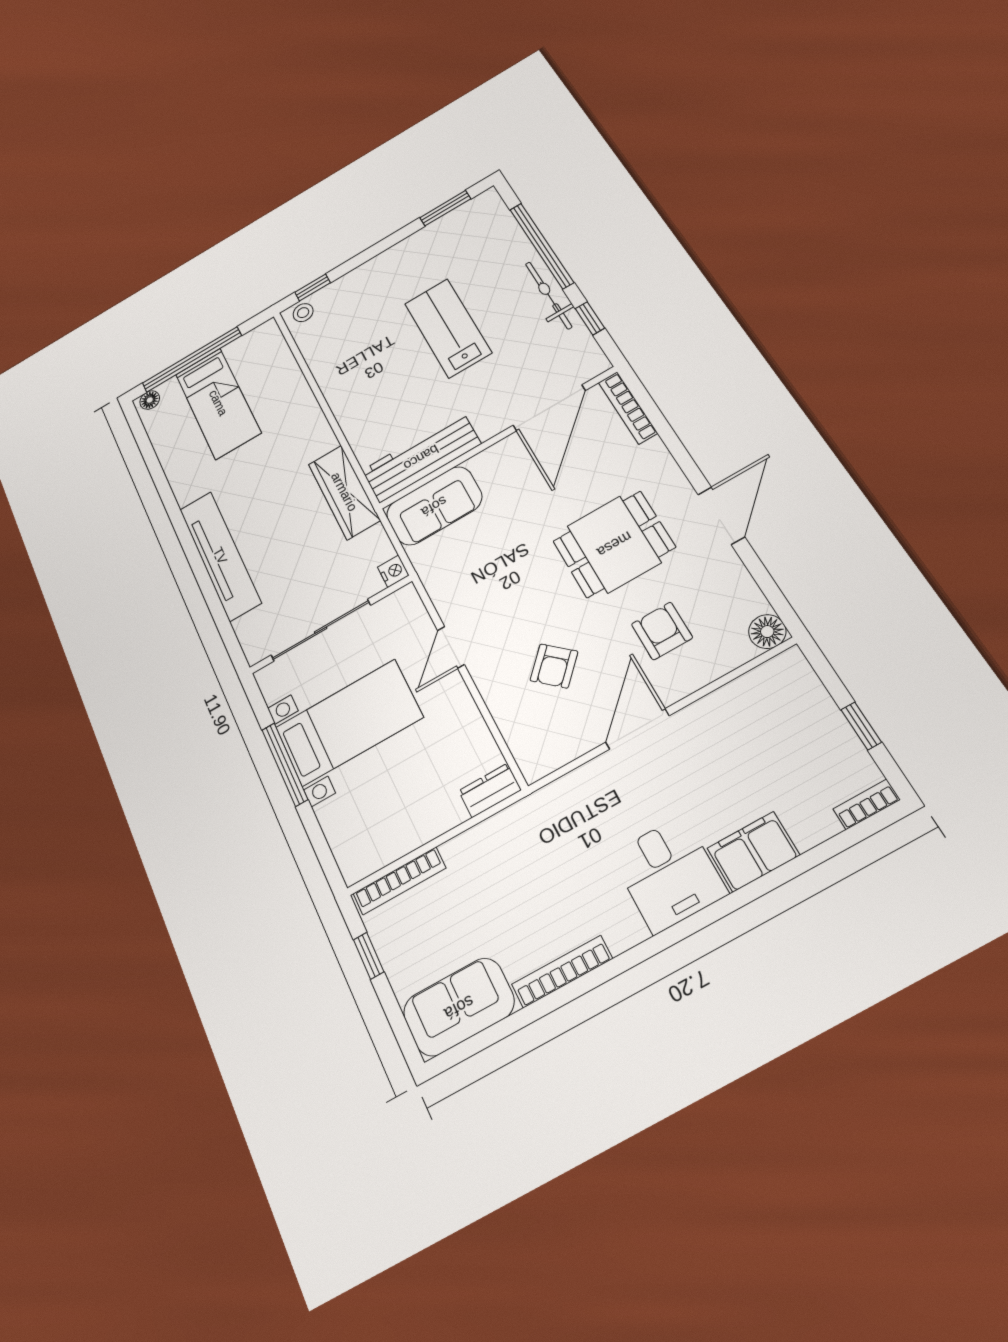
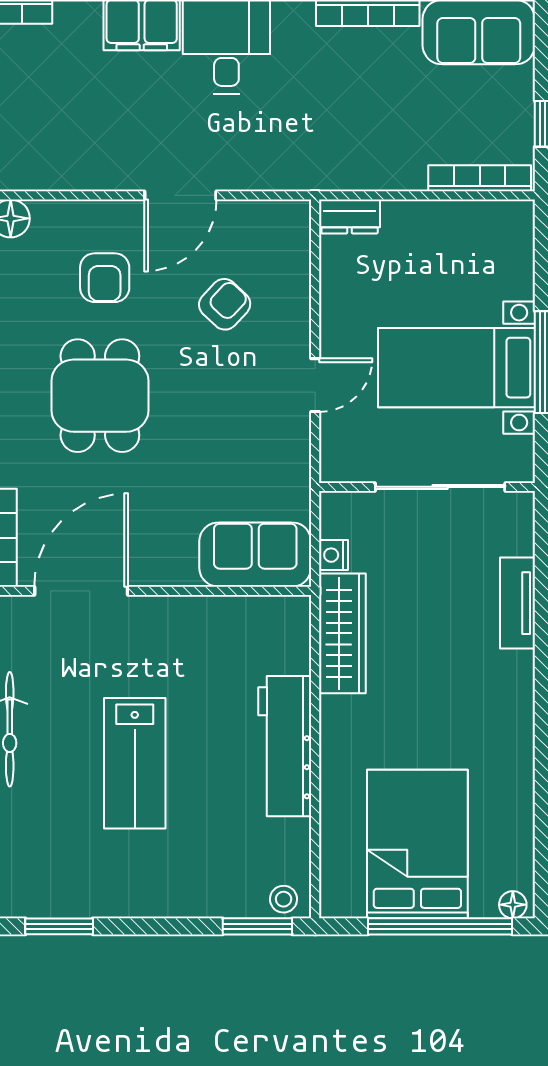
window: (312, 287) -> (257, 926), width x1.50
bed: (218, 403) -> (417, 844), width x1.50
workbench: (421, 457) -> (285, 746), moved, turned 90
dining table: (614, 544) -> (100, 396), turned 90
tv unit: (220, 556) -> (517, 603), width x0.52, depth x0.78
nightstand: (393, 571) -> (333, 555), moved

